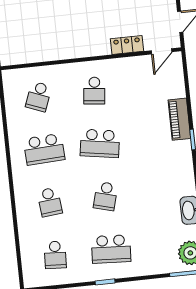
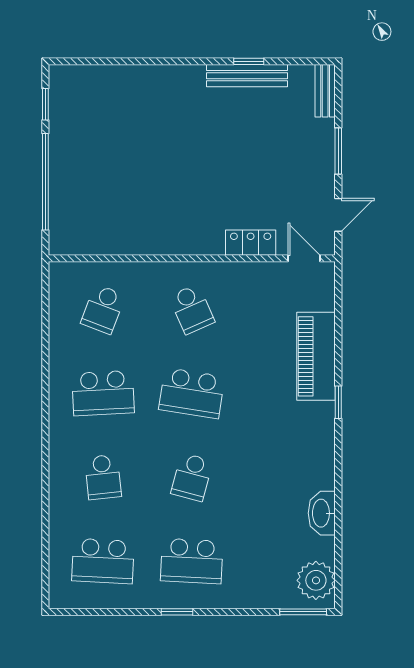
door: (162, 51) -> (304, 258), swing flipped
school desk: (94, 91) -> (192, 309), turned -30
piano: (179, 119) -> (316, 356), width x1.37, depth x1.33
school desk: (55, 255) -> (103, 561), width x1.85

